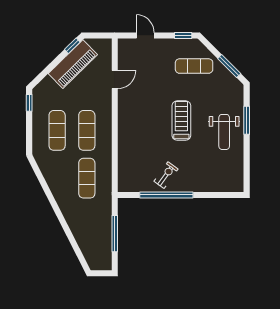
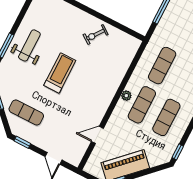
treadmill: (181, 121) -> (60, 73), turned 180
plant: (106, 132) -> (126, 96), added
window: (166, 195) -> (104, 18), removed

